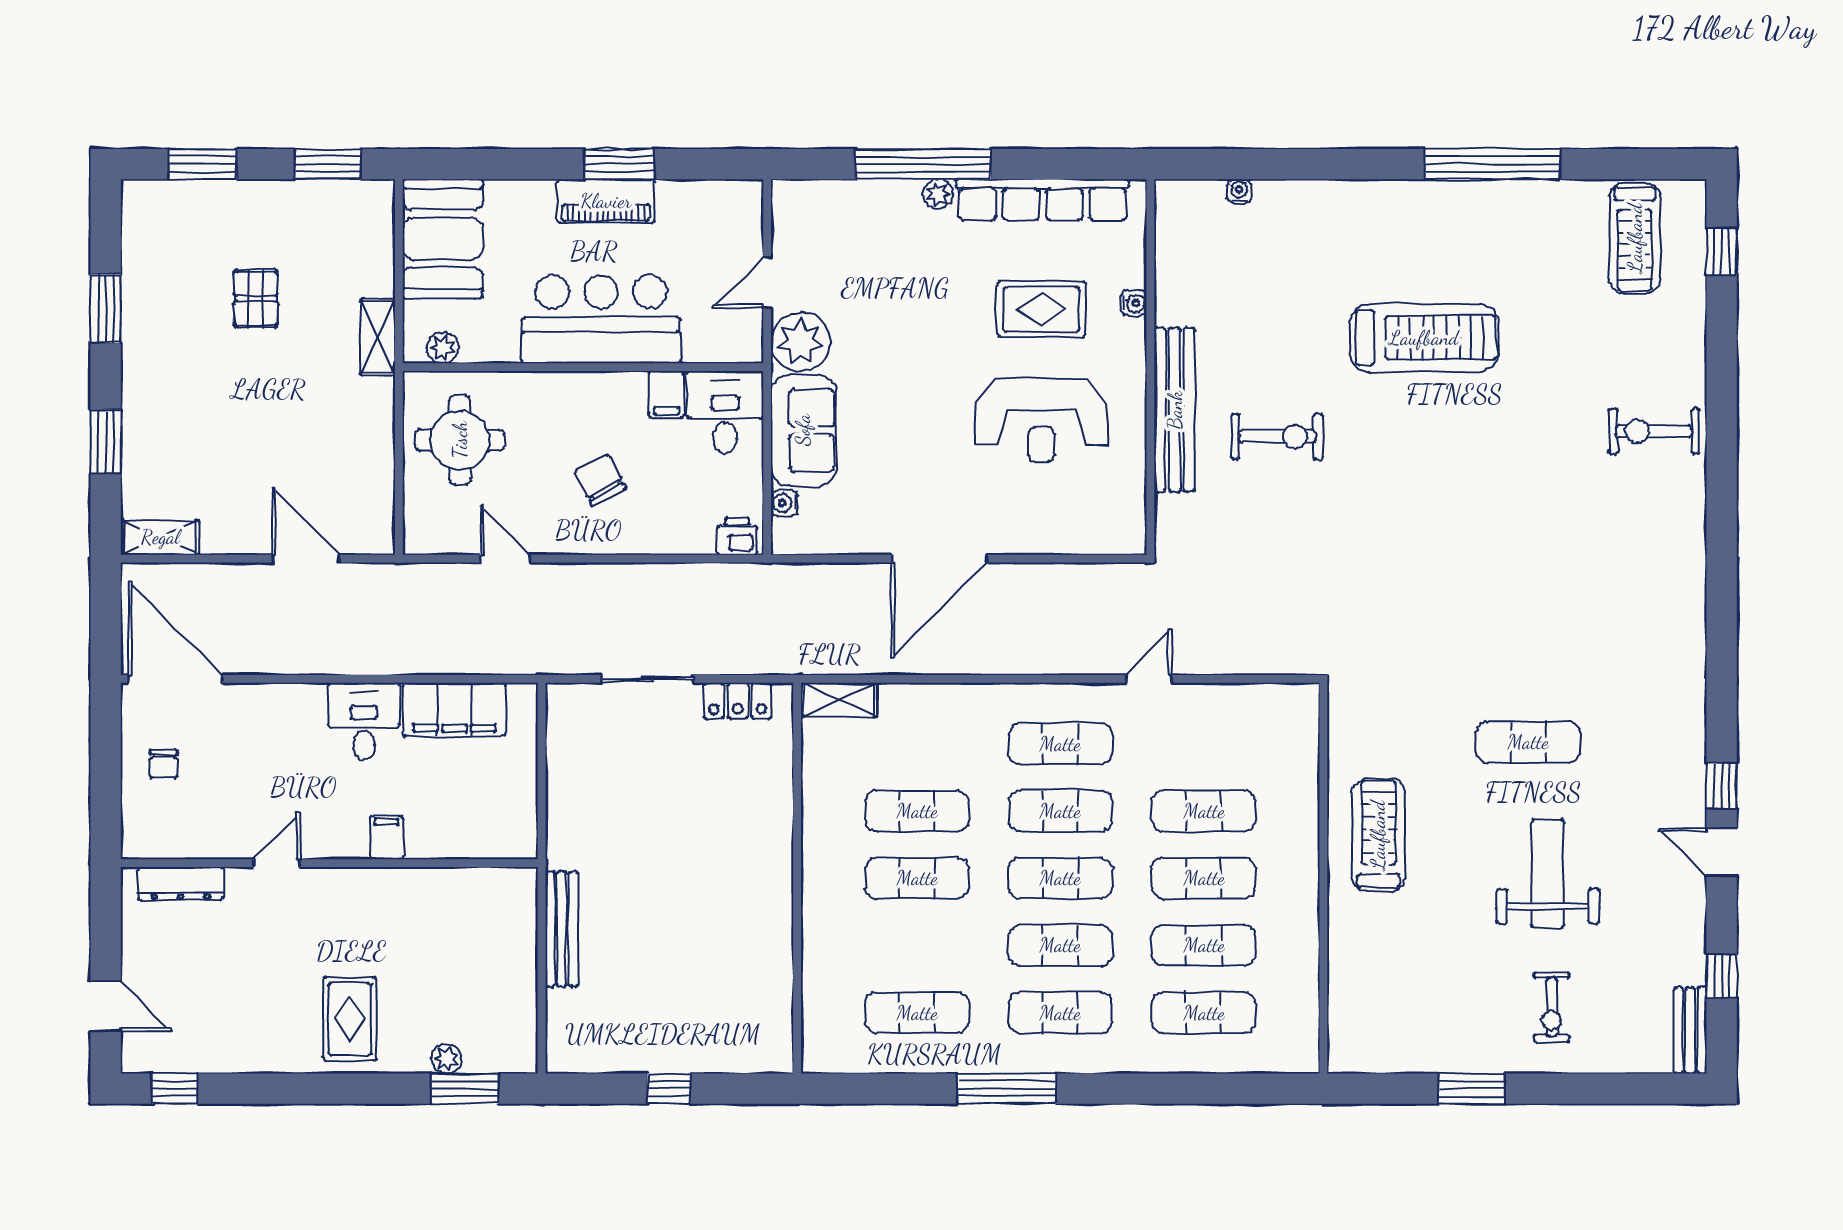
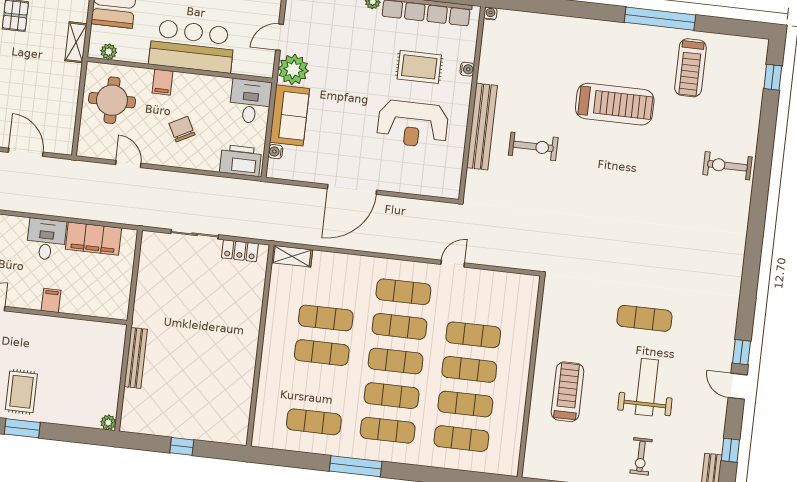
water cooler: (1239, 191) -> (490, 13), moved
treadmill: (1635, 238) -> (690, 68), moved
filing cabinet: (666, 394) -> (163, 82), moved
printer: (737, 536) -> (241, 161), width x1.87, depth x1.48
treadmill: (1378, 835) -> (568, 392), moved
plant: (446, 1059) -> (108, 422), moved
window: (465, 1089) -> (22, 428), moved

